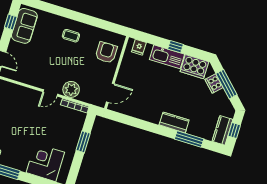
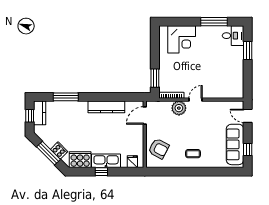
sofa: (24, 26) -> (235, 144), width x1.36
armchair: (106, 52) -> (159, 149), turned -62
kitchen counter: (174, 122) -> (106, 107), moved, width x1.50
window: (83, 142) -> (155, 78), moved

